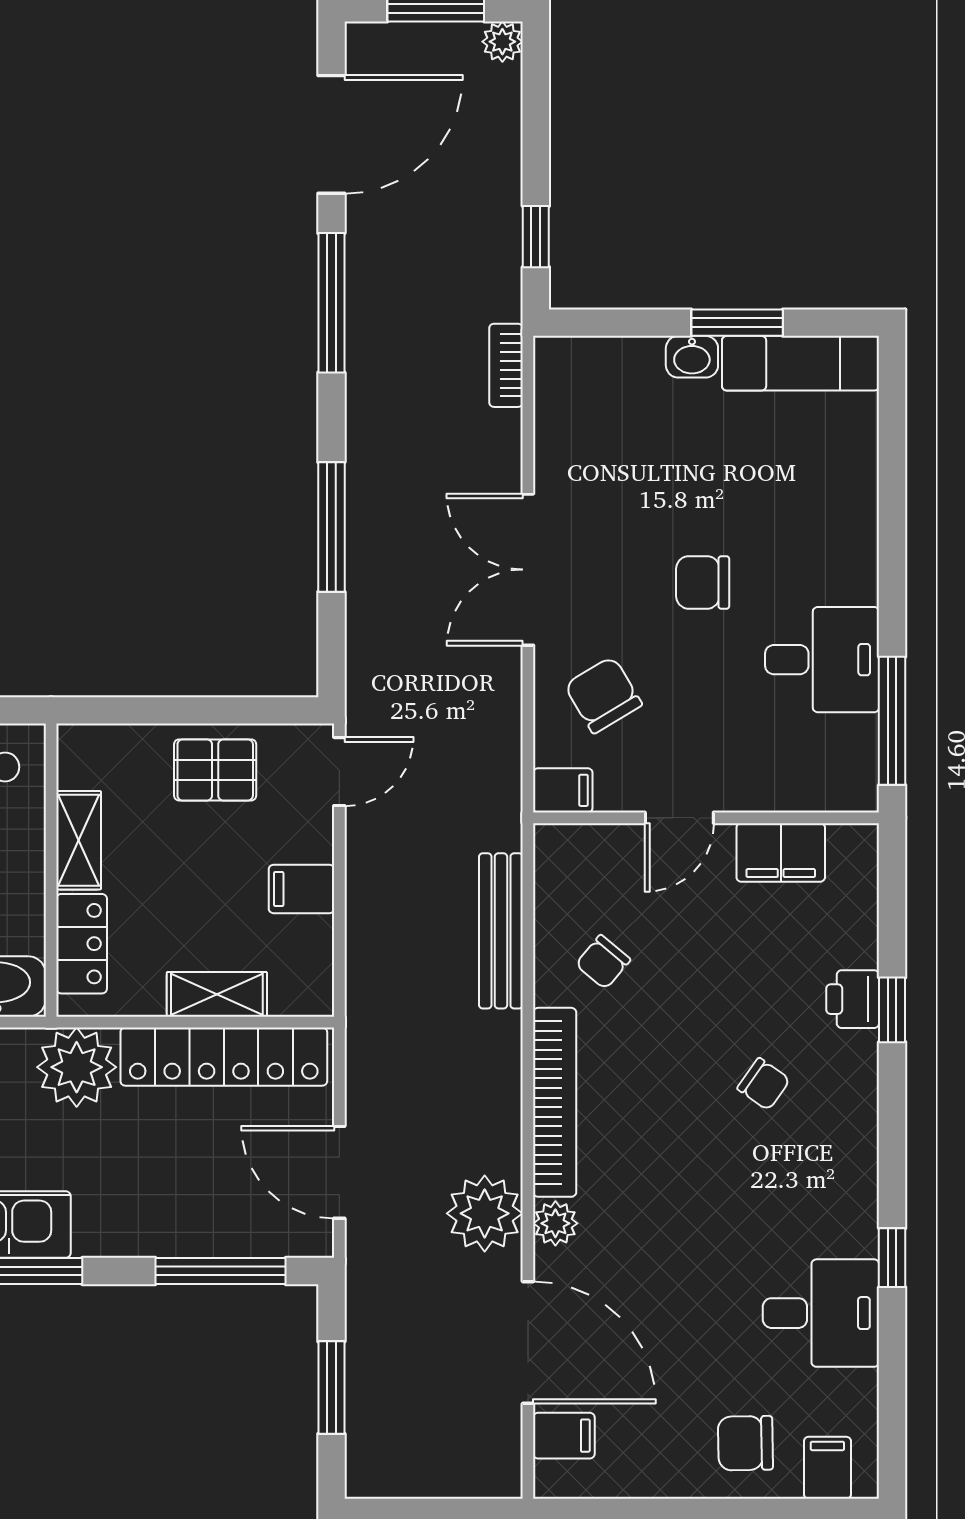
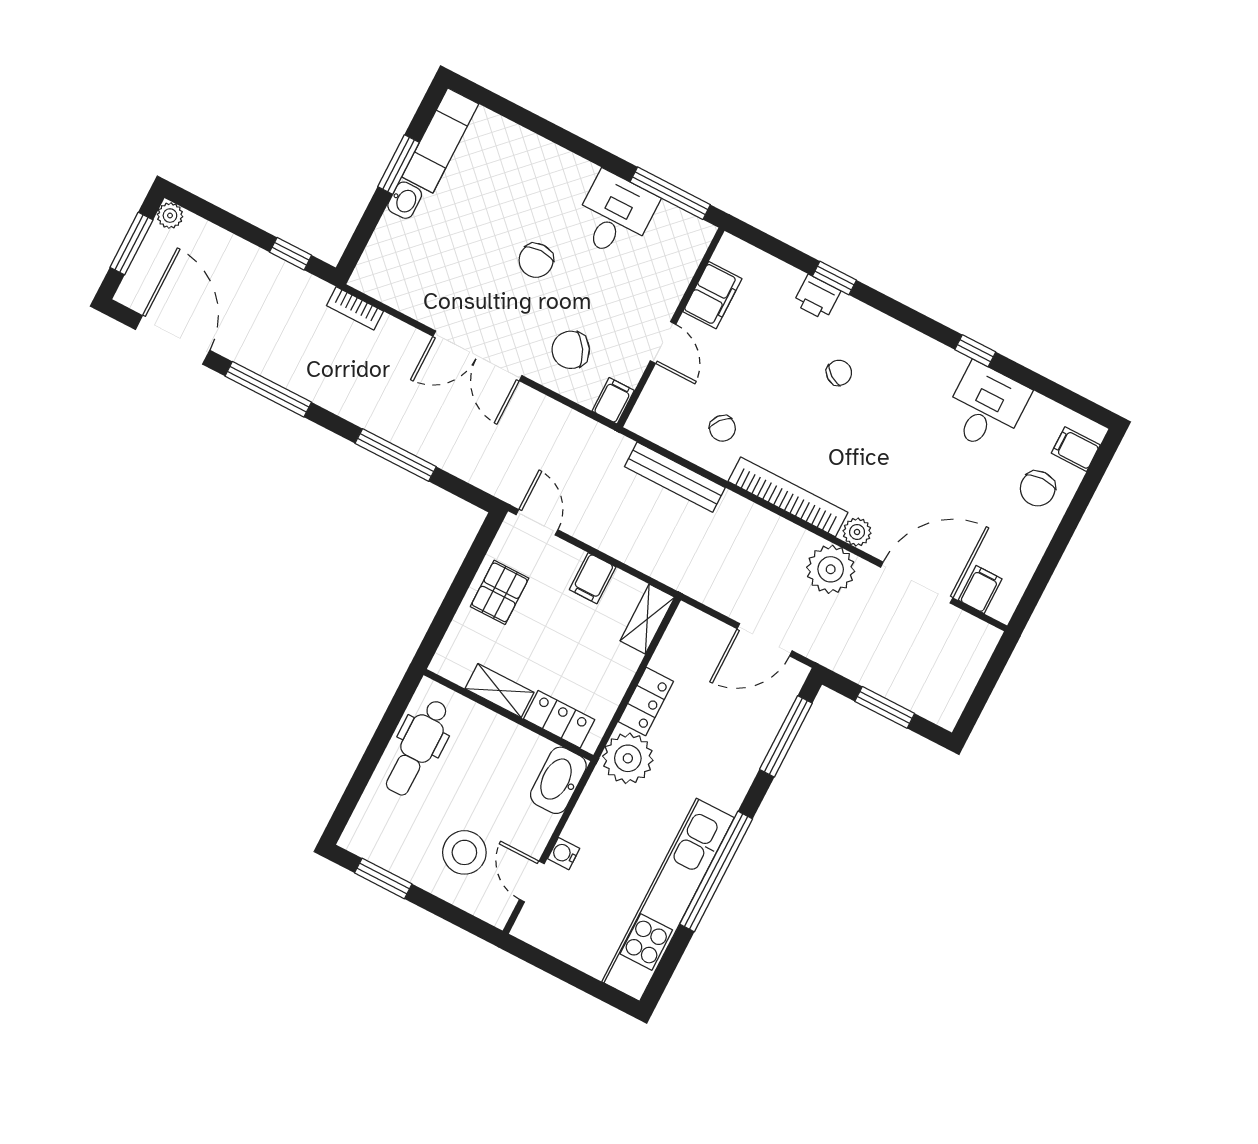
shelving: (217, 994) -> (647, 619), moved
locker: (224, 1057) -> (646, 702), width x0.46, depth x0.83

